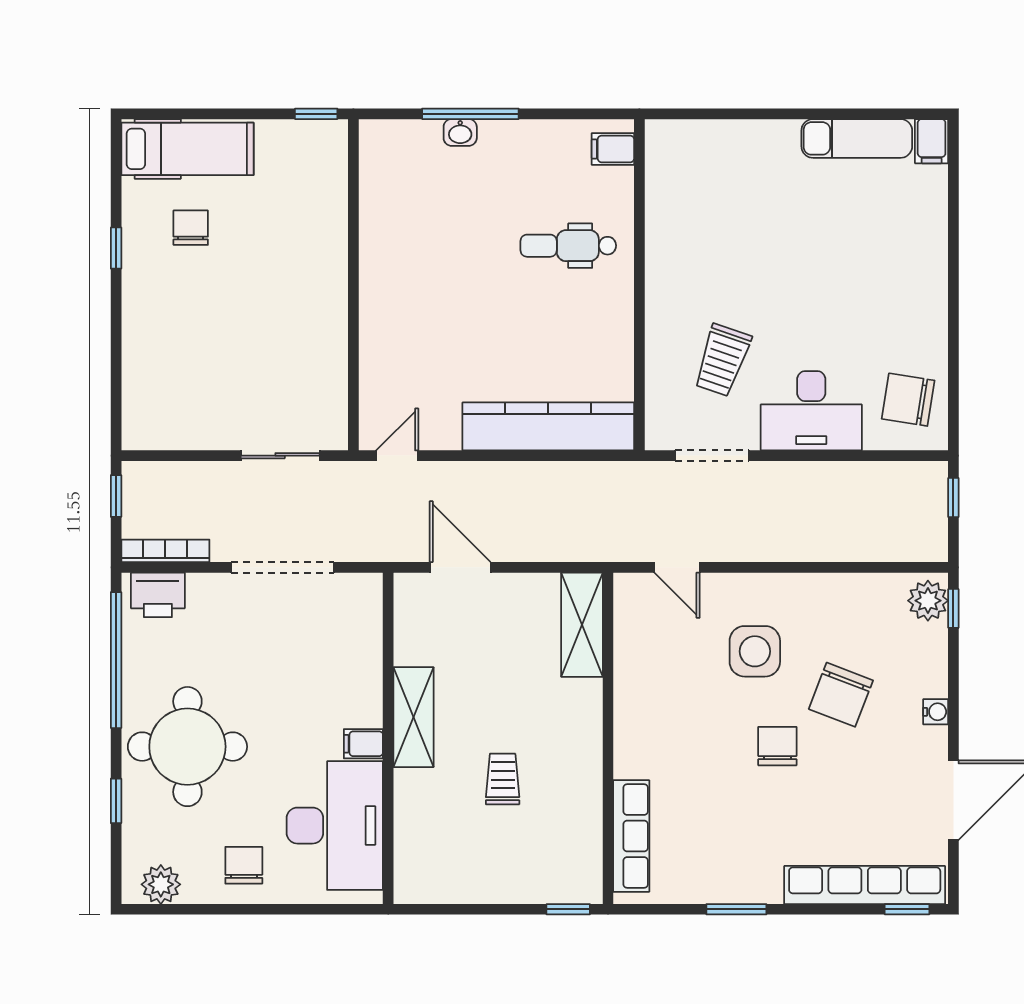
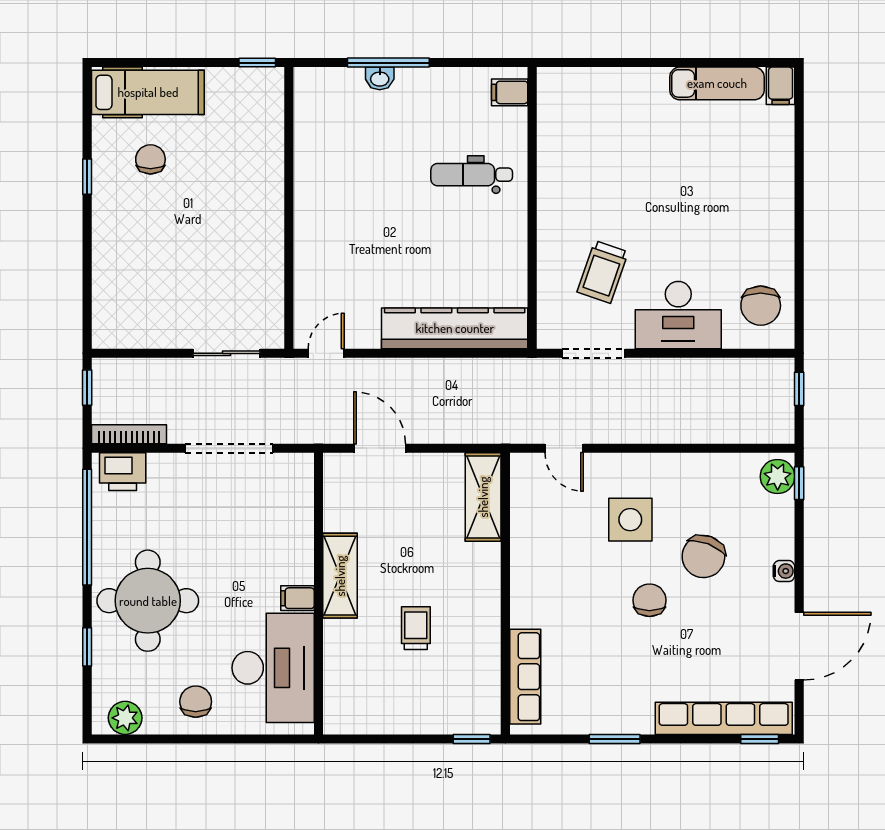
chair: (908, 400) -> (761, 306), turned -99

